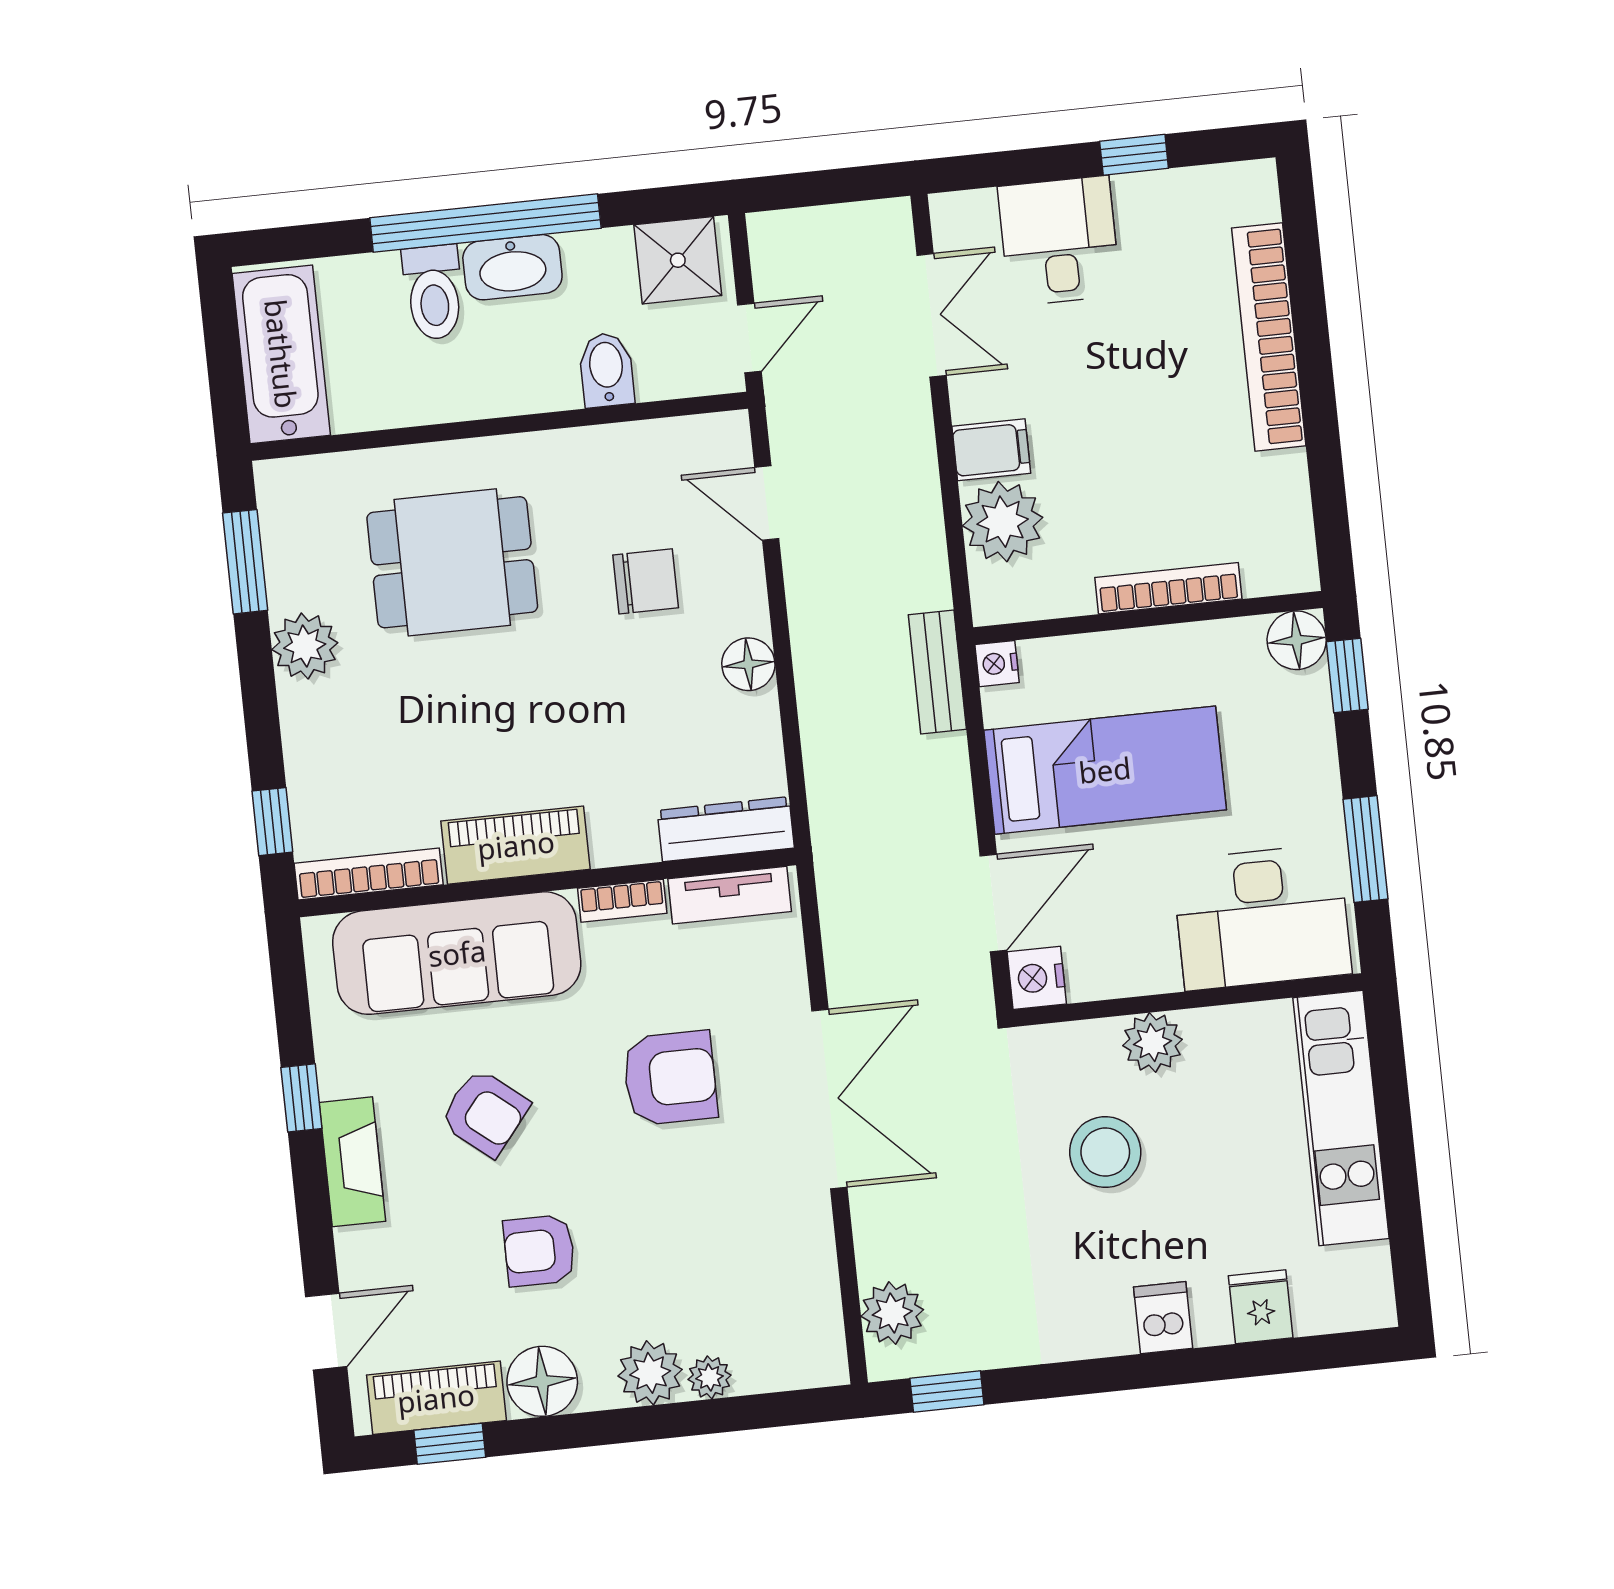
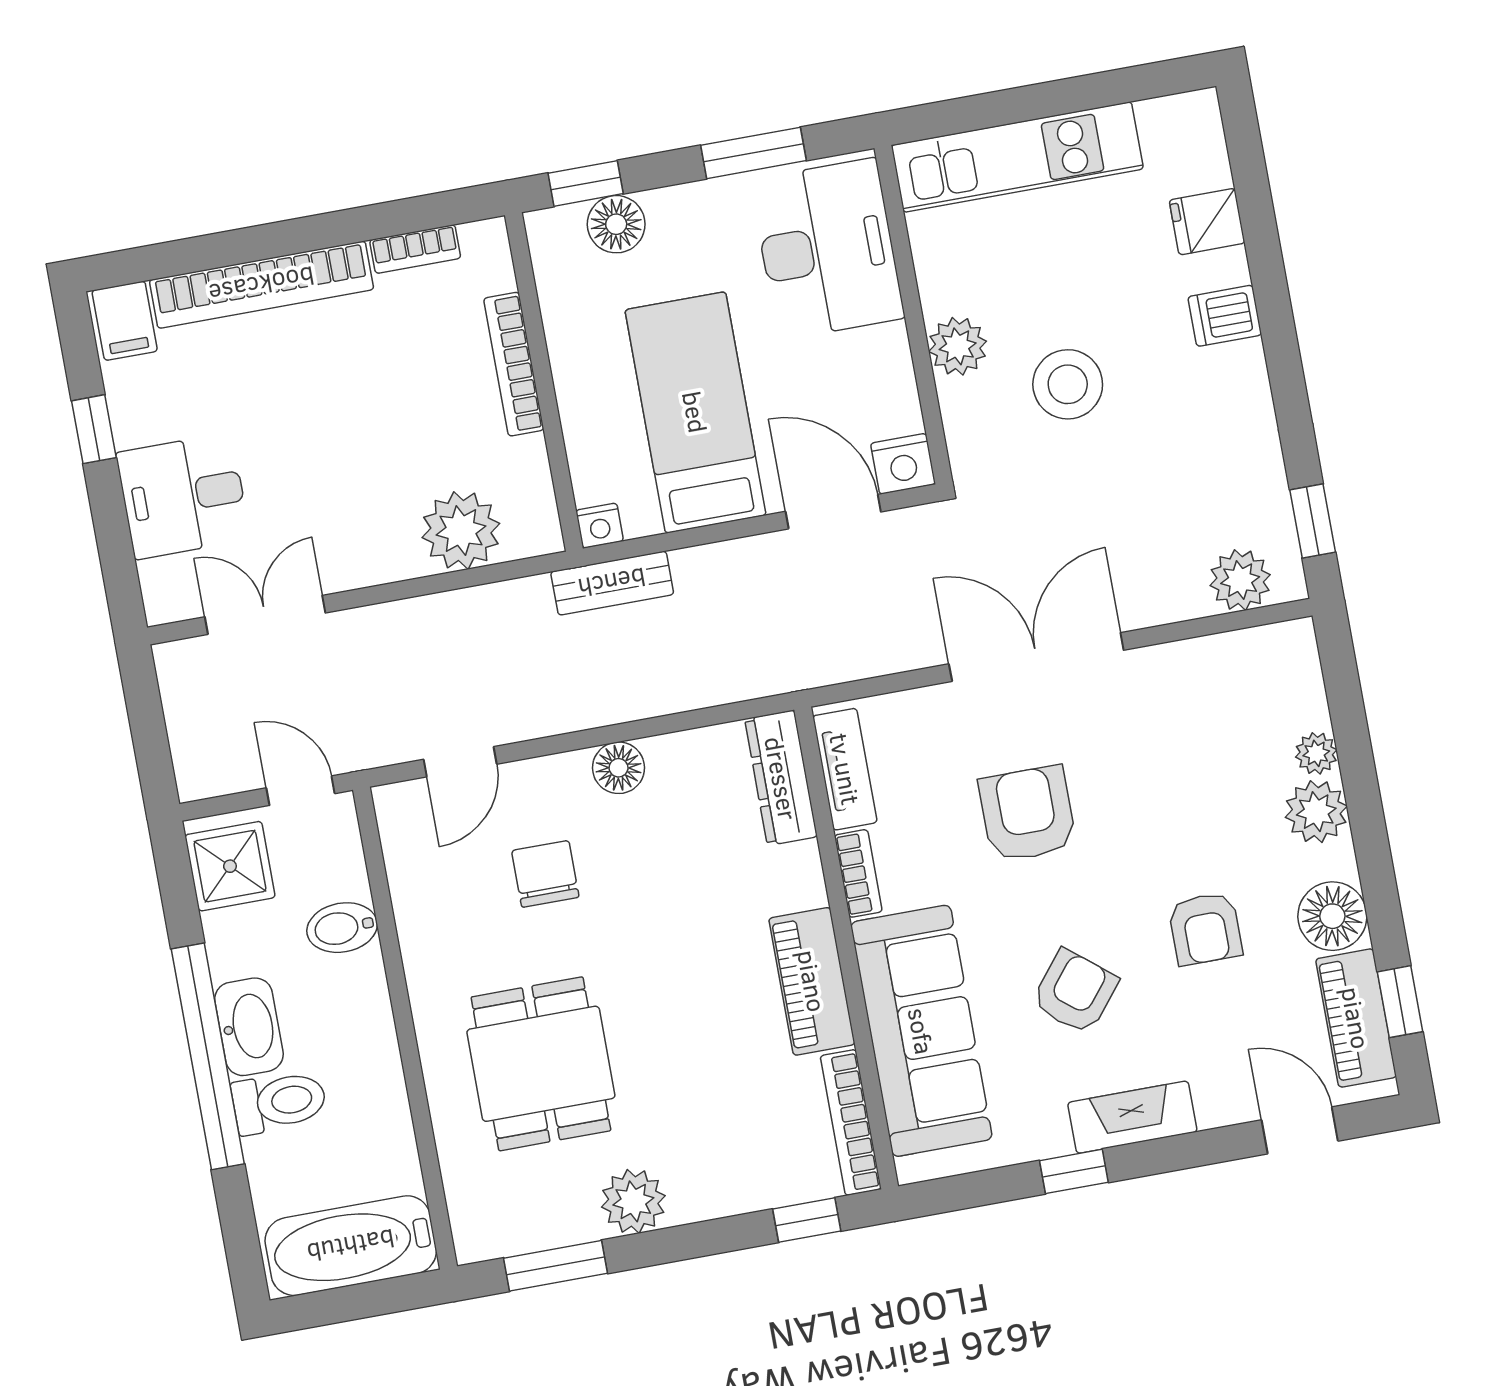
filing cabinet: (991, 450) -> (125, 321), moved, turned 180
bookcase: (1293, 497) -> (415, 249), added
floor lamp: (1297, 640) -> (616, 224), moved

